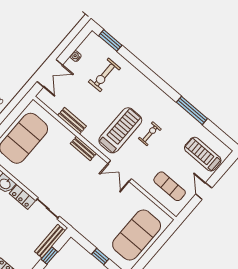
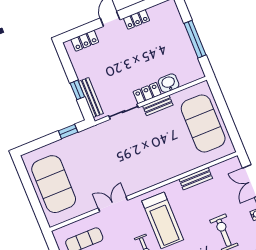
bench: (83, 148) -> (158, 105), moved
double door: (120, 171) -> (113, 204), moved
window: (100, 257) -> (68, 131), moved

